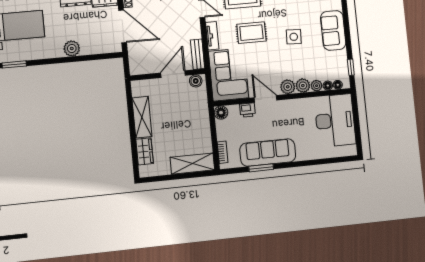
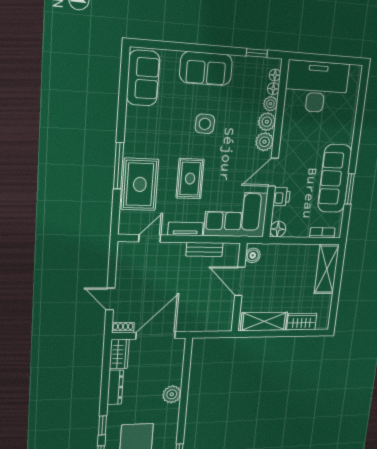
door: (173, 74) -> (240, 281), moved
wall: (168, 75) -> (239, 288), moved
boiler: (196, 81) -> (253, 255), moved

